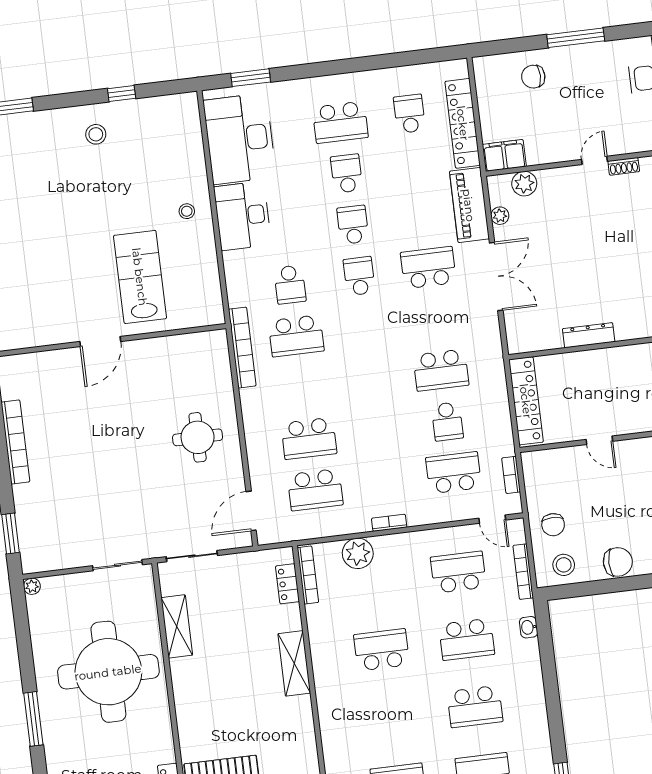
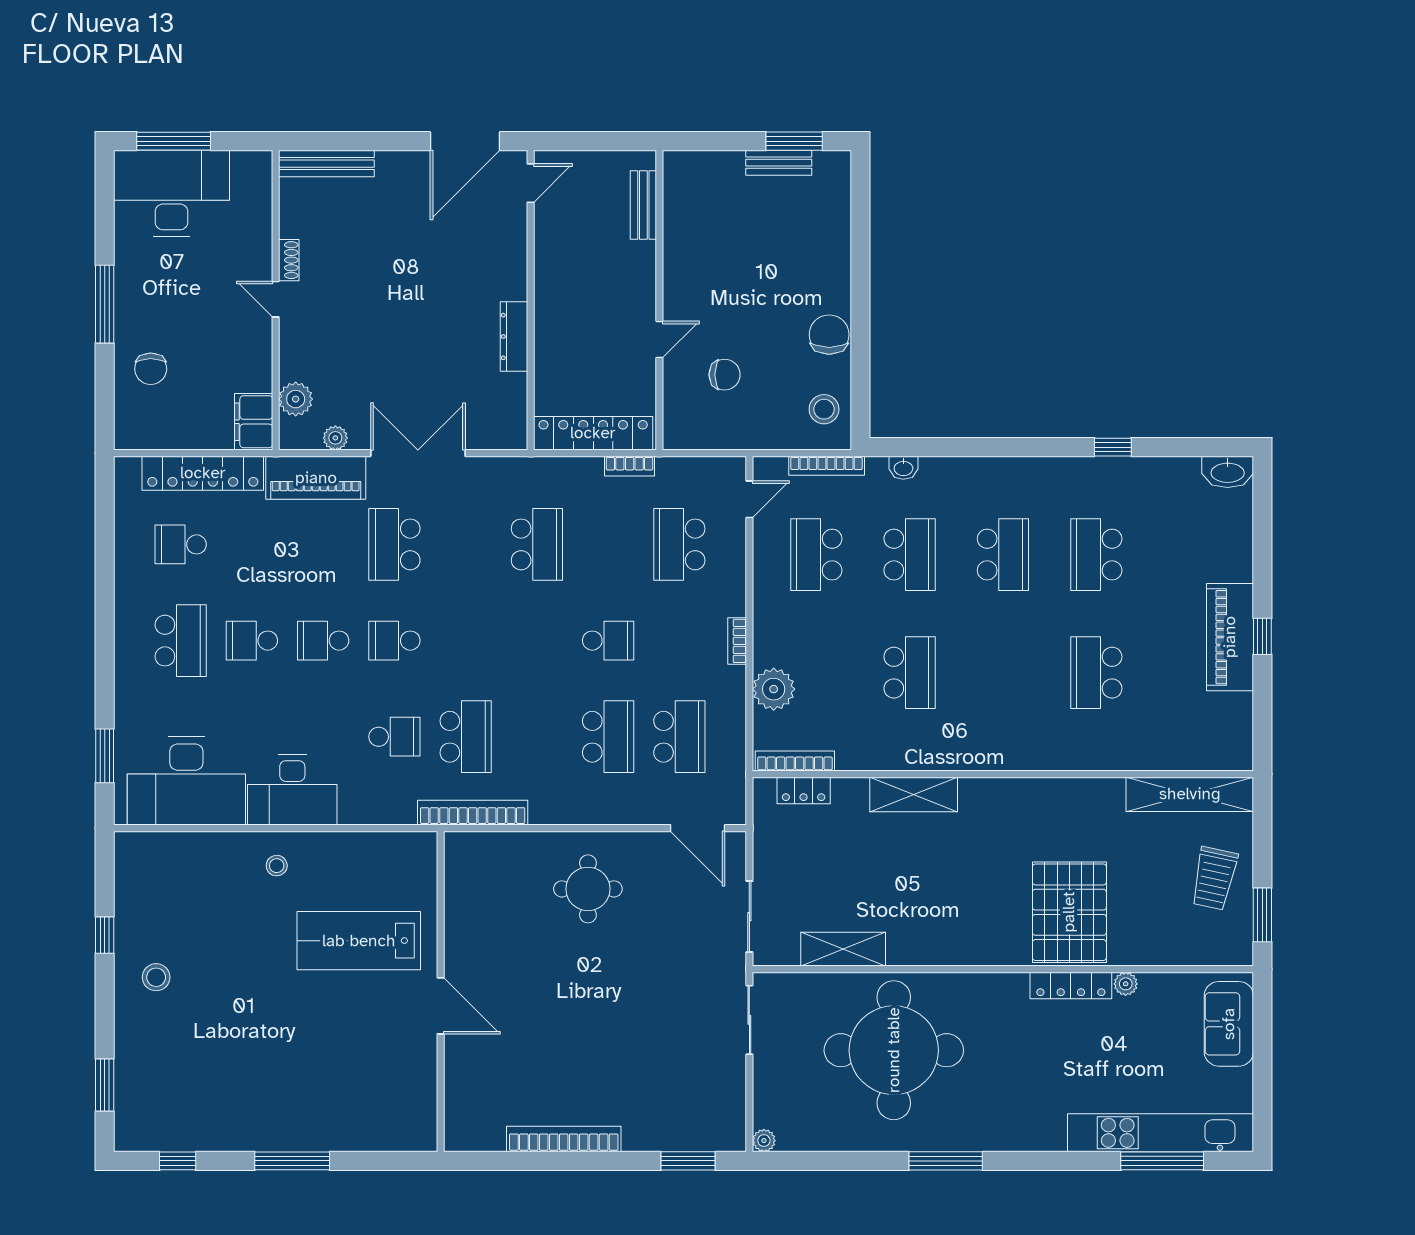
school desk: (447, 421) -> (608, 641), moved
bookcase: (511, 475) -> (630, 466), moved
chair: (553, 525) -> (725, 375), moved
school desk: (382, 650) -> (910, 673), turned 180

